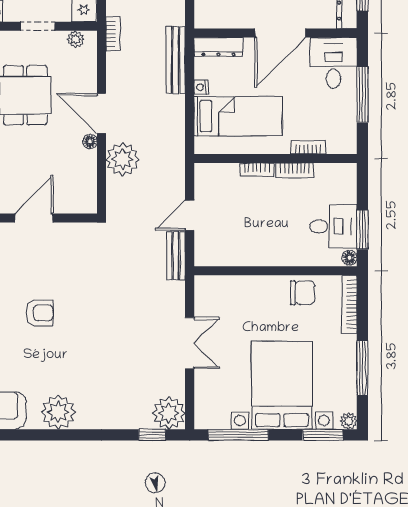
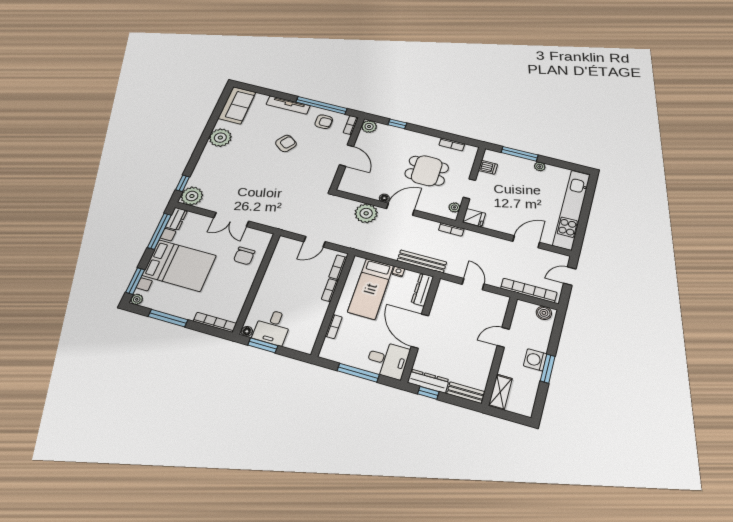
bookcase: (295, 170) -> (338, 267), moved
door: (190, 215) -> (315, 242), swing flipped
bench: (176, 256) -> (291, 227), removed
chair: (303, 293) -> (244, 256), moved
armchair: (39, 313) -> (286, 143), turned -144
dresser: (212, 419) -> (176, 219), added

